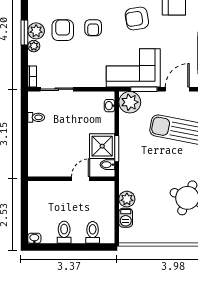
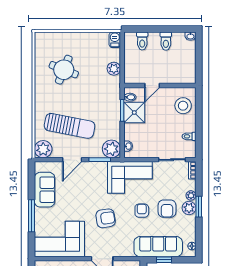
corner sofa: (133, 68) -> (130, 177), moved
stool: (43, 154) -> (183, 106), added
barbecue: (126, 218) -> (115, 40), moved

